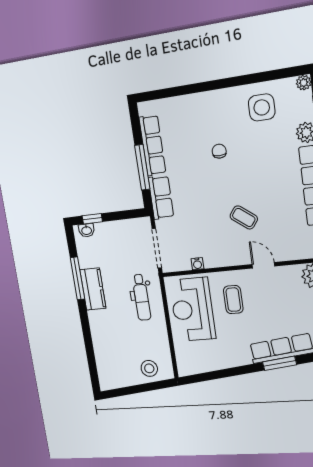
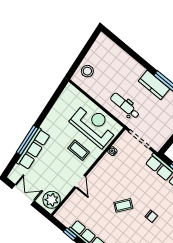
coffee table: (244, 217) -> (123, 205), moved
door: (263, 265) -> (80, 181), hinge flipped
window: (280, 363) -> (27, 140), width x1.44

